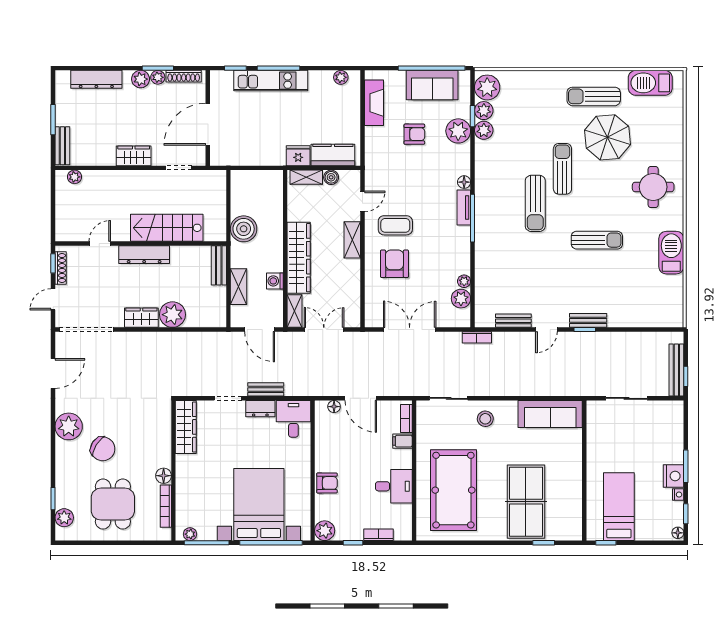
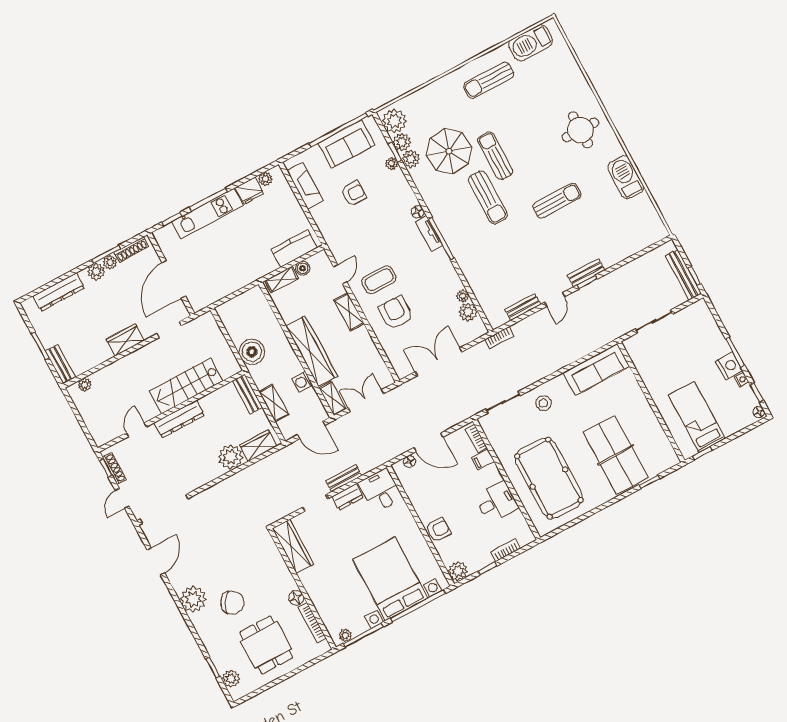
plant: (458, 131) -> (392, 164), width x0.53, depth x0.53
parasol: (608, 137) -> (449, 151), moved
fridge: (298, 156) -> (250, 191), moved, turned 180
wardrobe: (141, 318) -> (258, 445), moved

